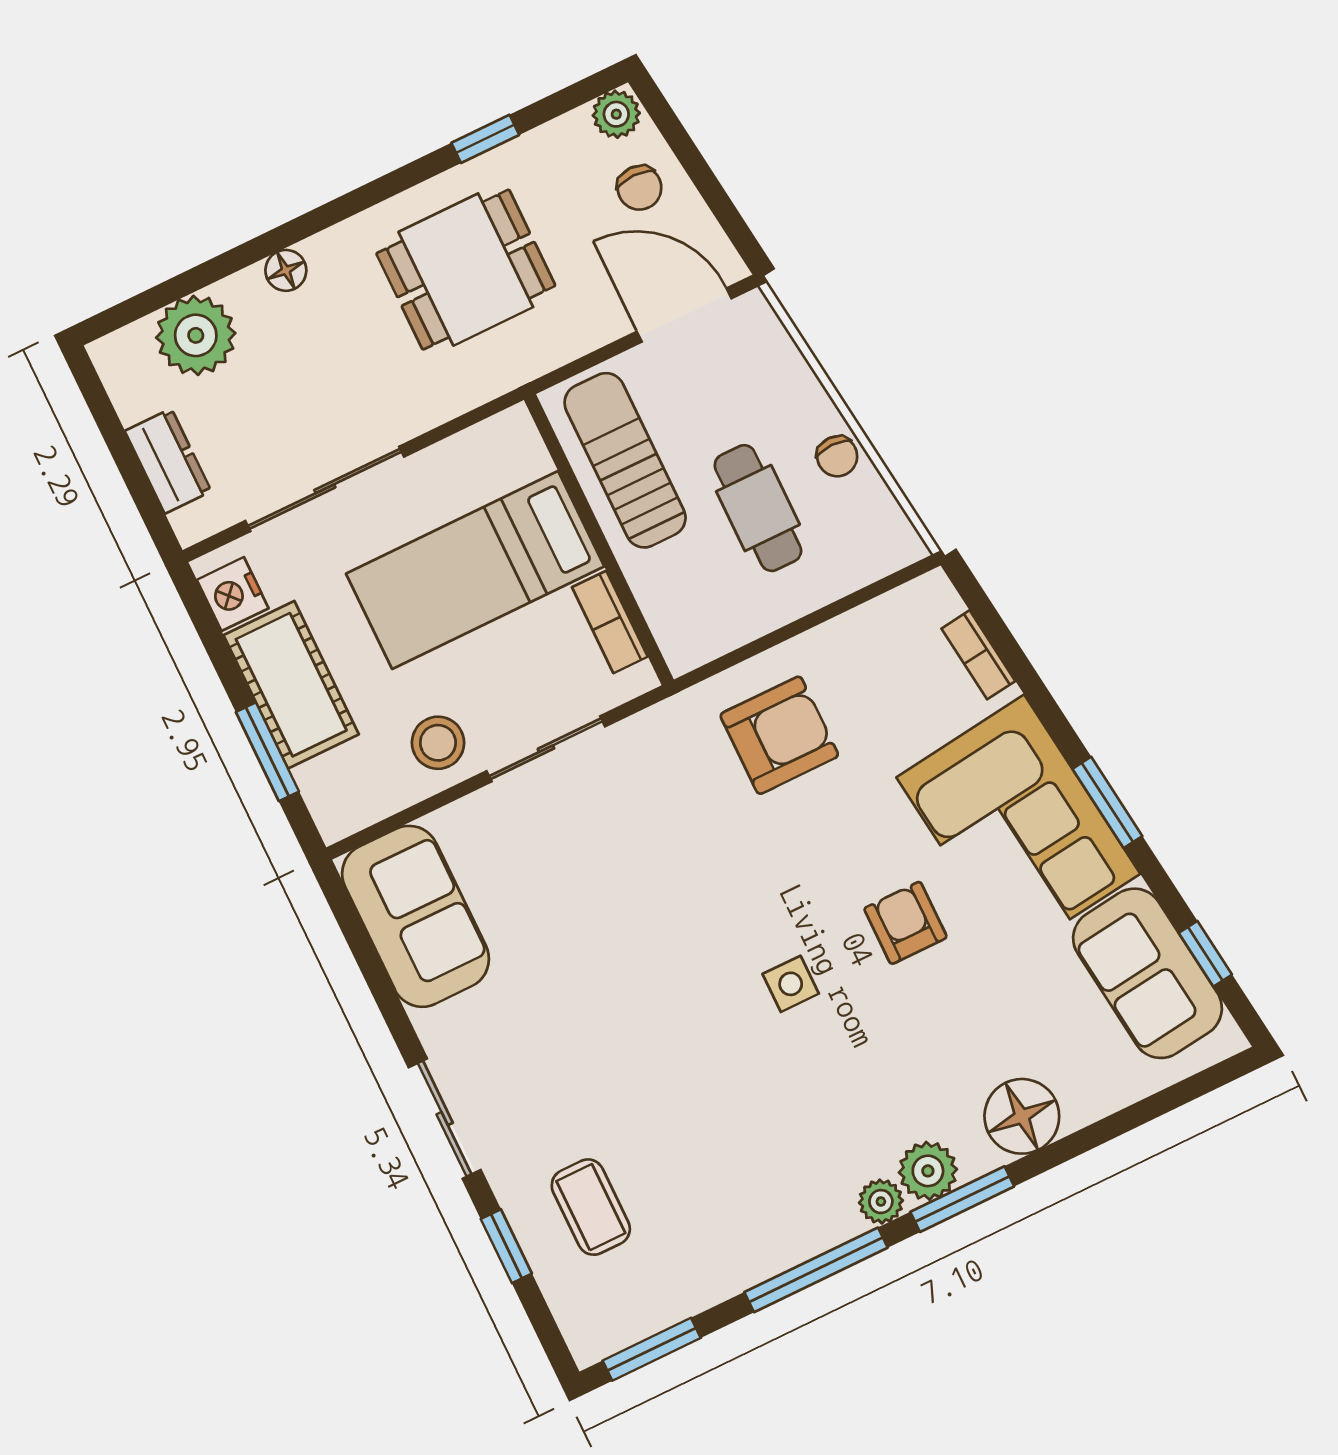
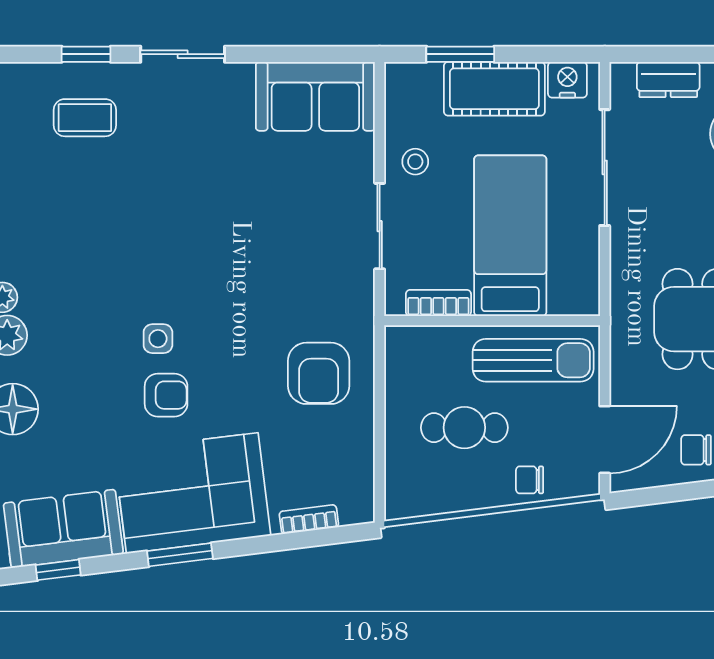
chair: (837, 456) -> (530, 480), moved
stool: (438, 743) -> (415, 162), width x0.73, depth x0.73
side table: (791, 984) -> (158, 339), moved

